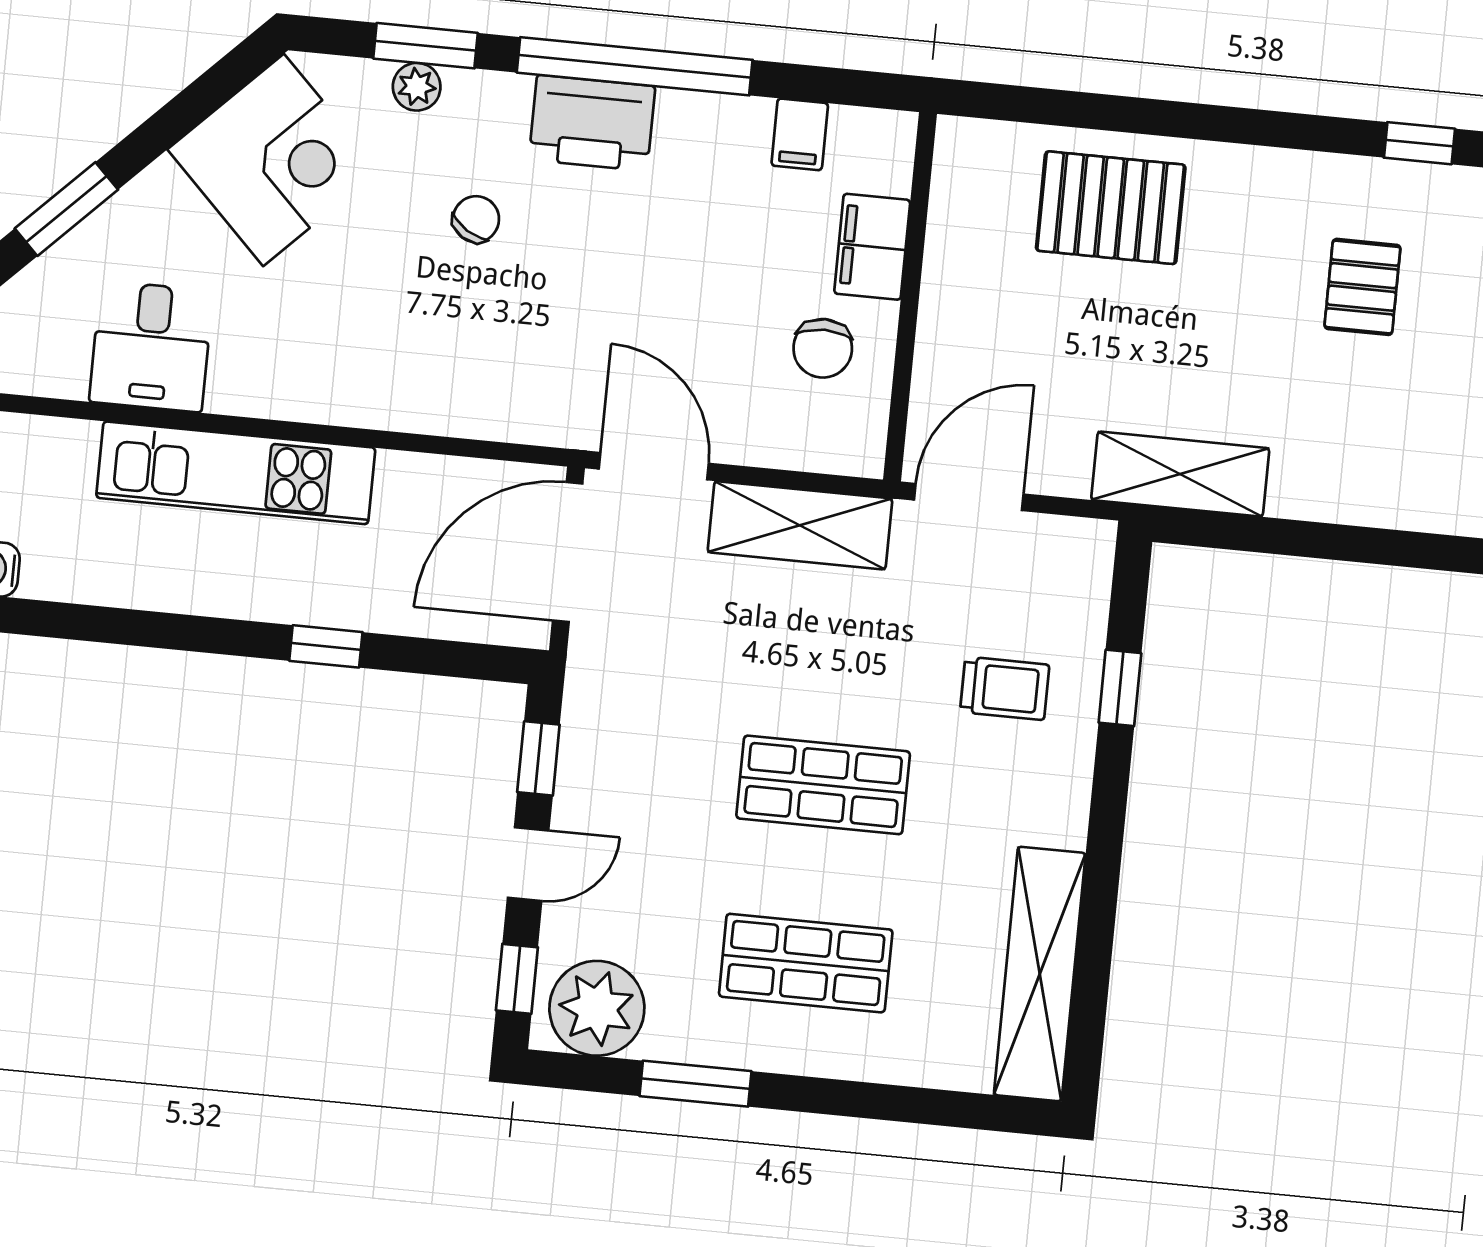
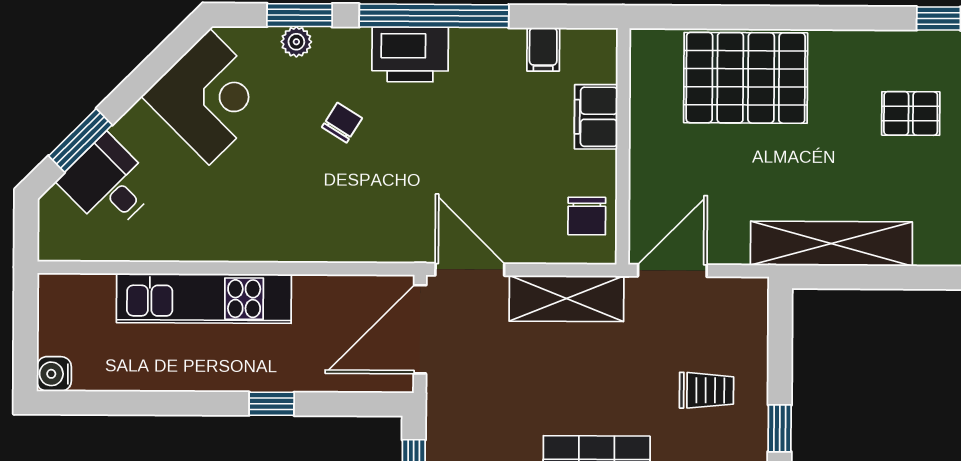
pallet: (1111, 208) -> (746, 78), width x1.37, depth x1.41
pallet: (1362, 287) -> (911, 113), turned 90
desk: (151, 346) -> (108, 184), moved, turned 135
chair: (823, 348) -> (587, 216), moved
shelving: (1180, 474) -> (831, 244), width x1.47
window: (1120, 688) -> (780, 428), moved

